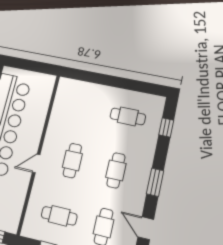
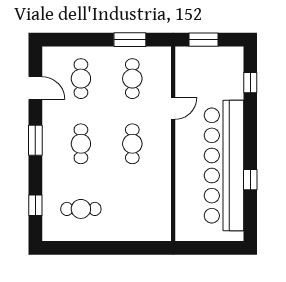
door: (36, 163) -> (173, 108), moved
cafe table: (59, 216) -> (132, 79), turned 90

